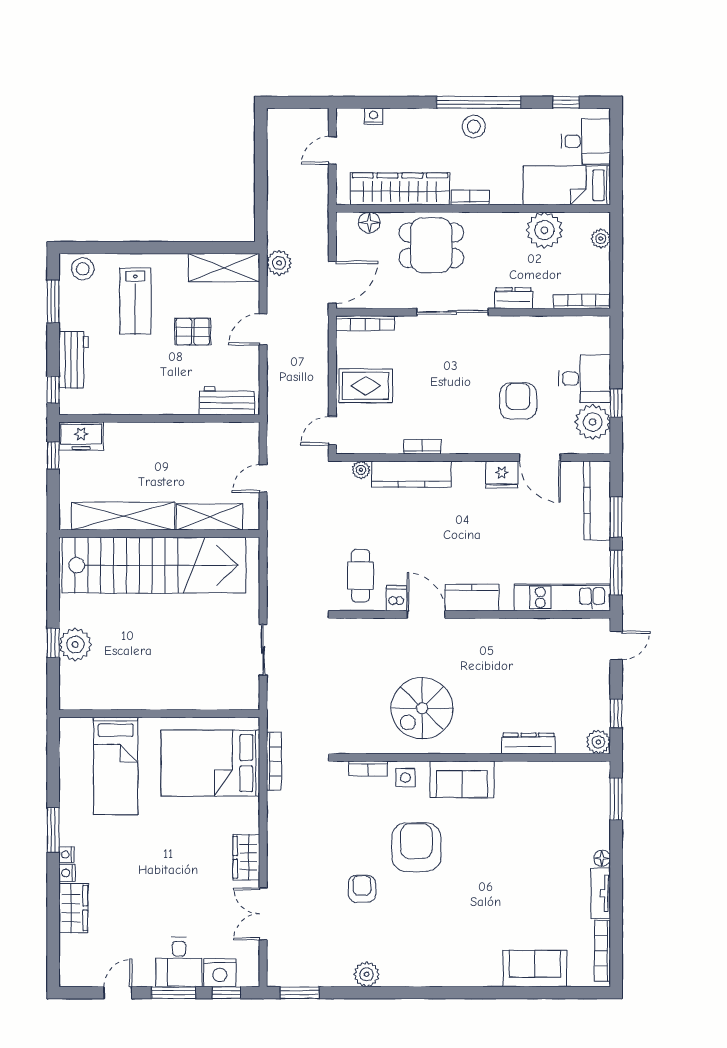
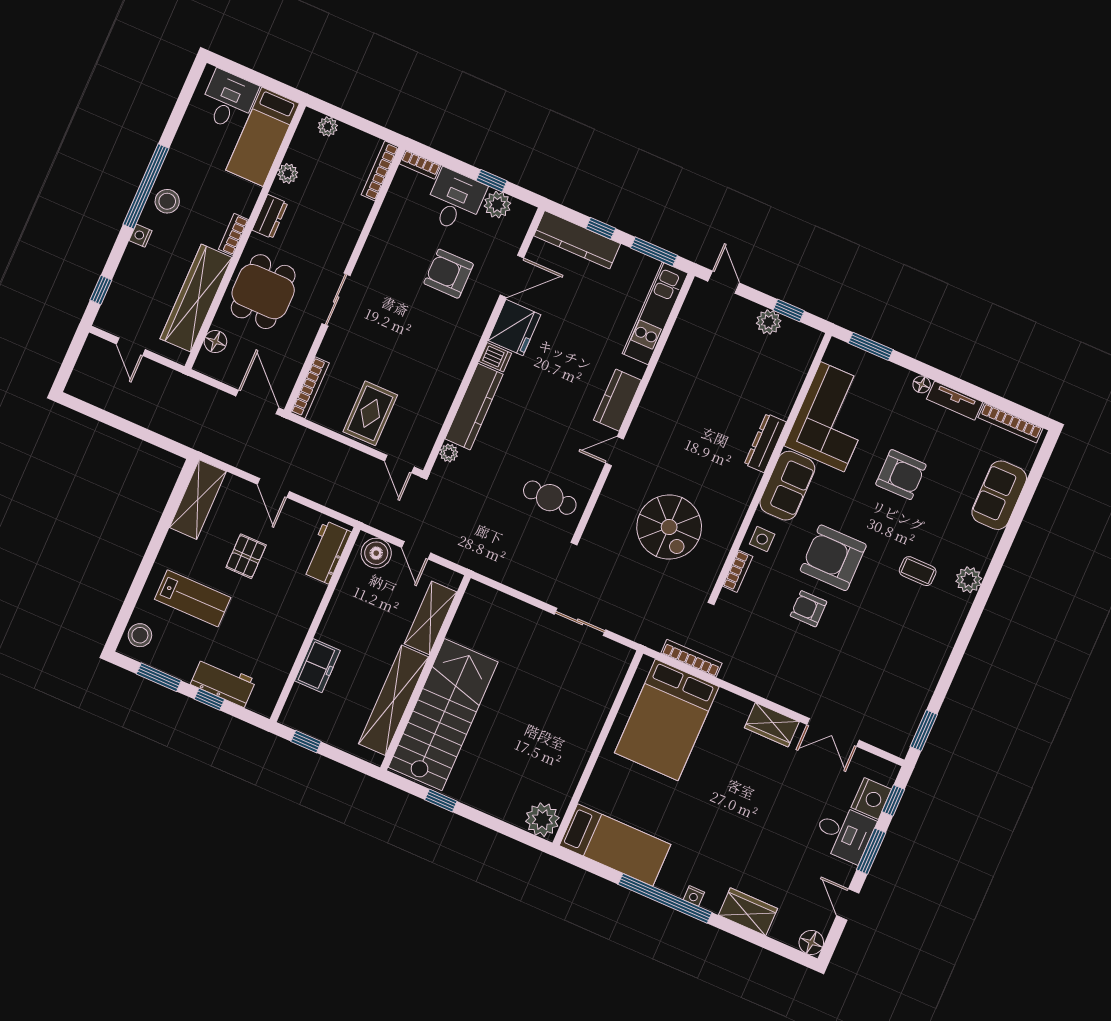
window: (566, 102) -> (101, 290), moved
nightstand: (374, 116) -> (141, 236), moved
plant: (544, 230) -> (288, 173), width x0.53, depth x0.53
plant: (279, 263) -> (216, 445), removed
dresser: (513, 298) -> (270, 217), moved, turned 180
sliding door: (452, 312) -> (336, 300), width x0.73
window: (53, 390) -> (209, 699), moved
plant: (593, 422) -> (497, 205), width x0.73, depth x0.73
freezer: (81, 436) -> (317, 666), moved
boiler: (245, 445) -> (376, 553), added
bookcase: (422, 447) -> (420, 165), moved, turned -90
fridge: (502, 475) -> (514, 328), width x1.36, depth x1.34
window: (616, 517) -> (601, 228), width x0.67
stairs: (154, 565) -> (443, 715), width x0.73
dishwasher: (396, 598) -> (495, 357), moved, turned 180
door: (426, 614) -> (614, 451), width x0.73
window: (53, 643) -> (441, 800), moved
plant: (75, 644) -> (542, 820), moved
spiral stairs: (422, 708) -> (669, 527), moved
plant: (598, 742) -> (769, 322), moved
dresser: (528, 743) -> (765, 443), moved
bed: (116, 766) -> (615, 845), moved
corner sofa: (540, 792) -> (832, 417), added
window: (53, 830) -> (665, 898), width x2.11
nightstand: (67, 873) -> (712, 903), removed
armchair: (515, 875) -> (901, 475), added
armchair: (362, 889) -> (809, 609), moved
coffee table: (437, 926) -> (918, 571), added
plant: (367, 974) -> (969, 580), moved
floor lamp: (71, 975) -> (811, 942), added

